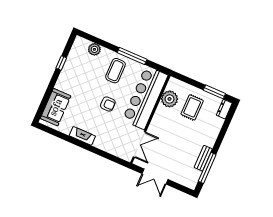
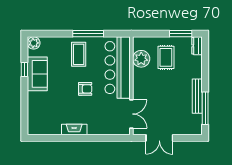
plant: (94, 49) -> (34, 43), moved
sofa: (56, 107) -> (37, 74), moved
bench: (203, 158) -> (197, 96), width x1.36

